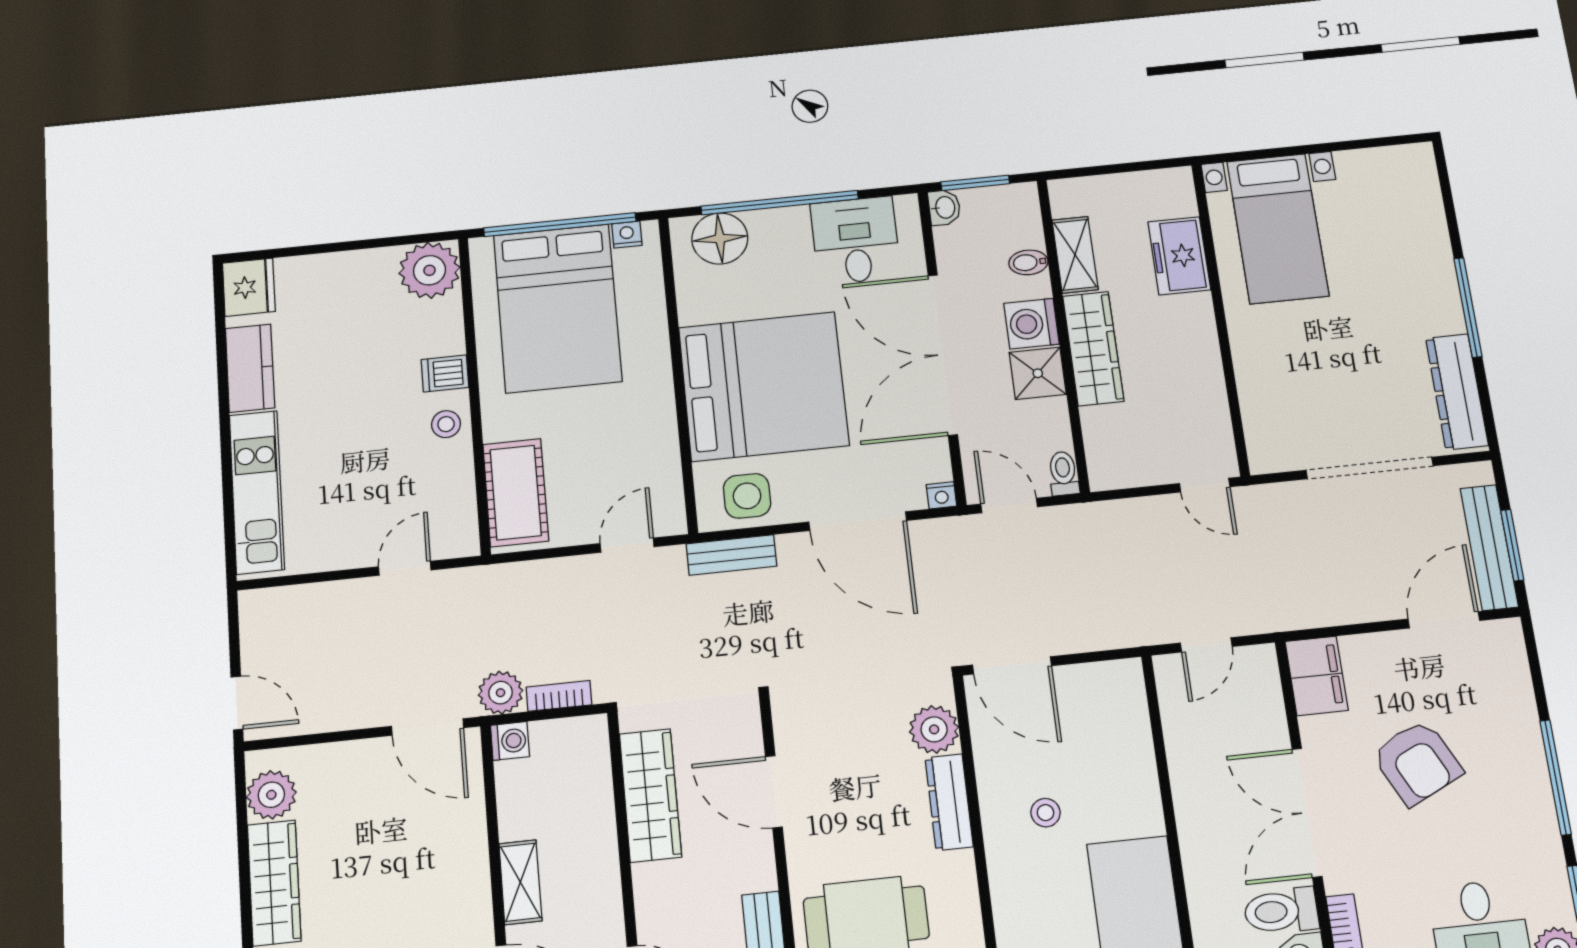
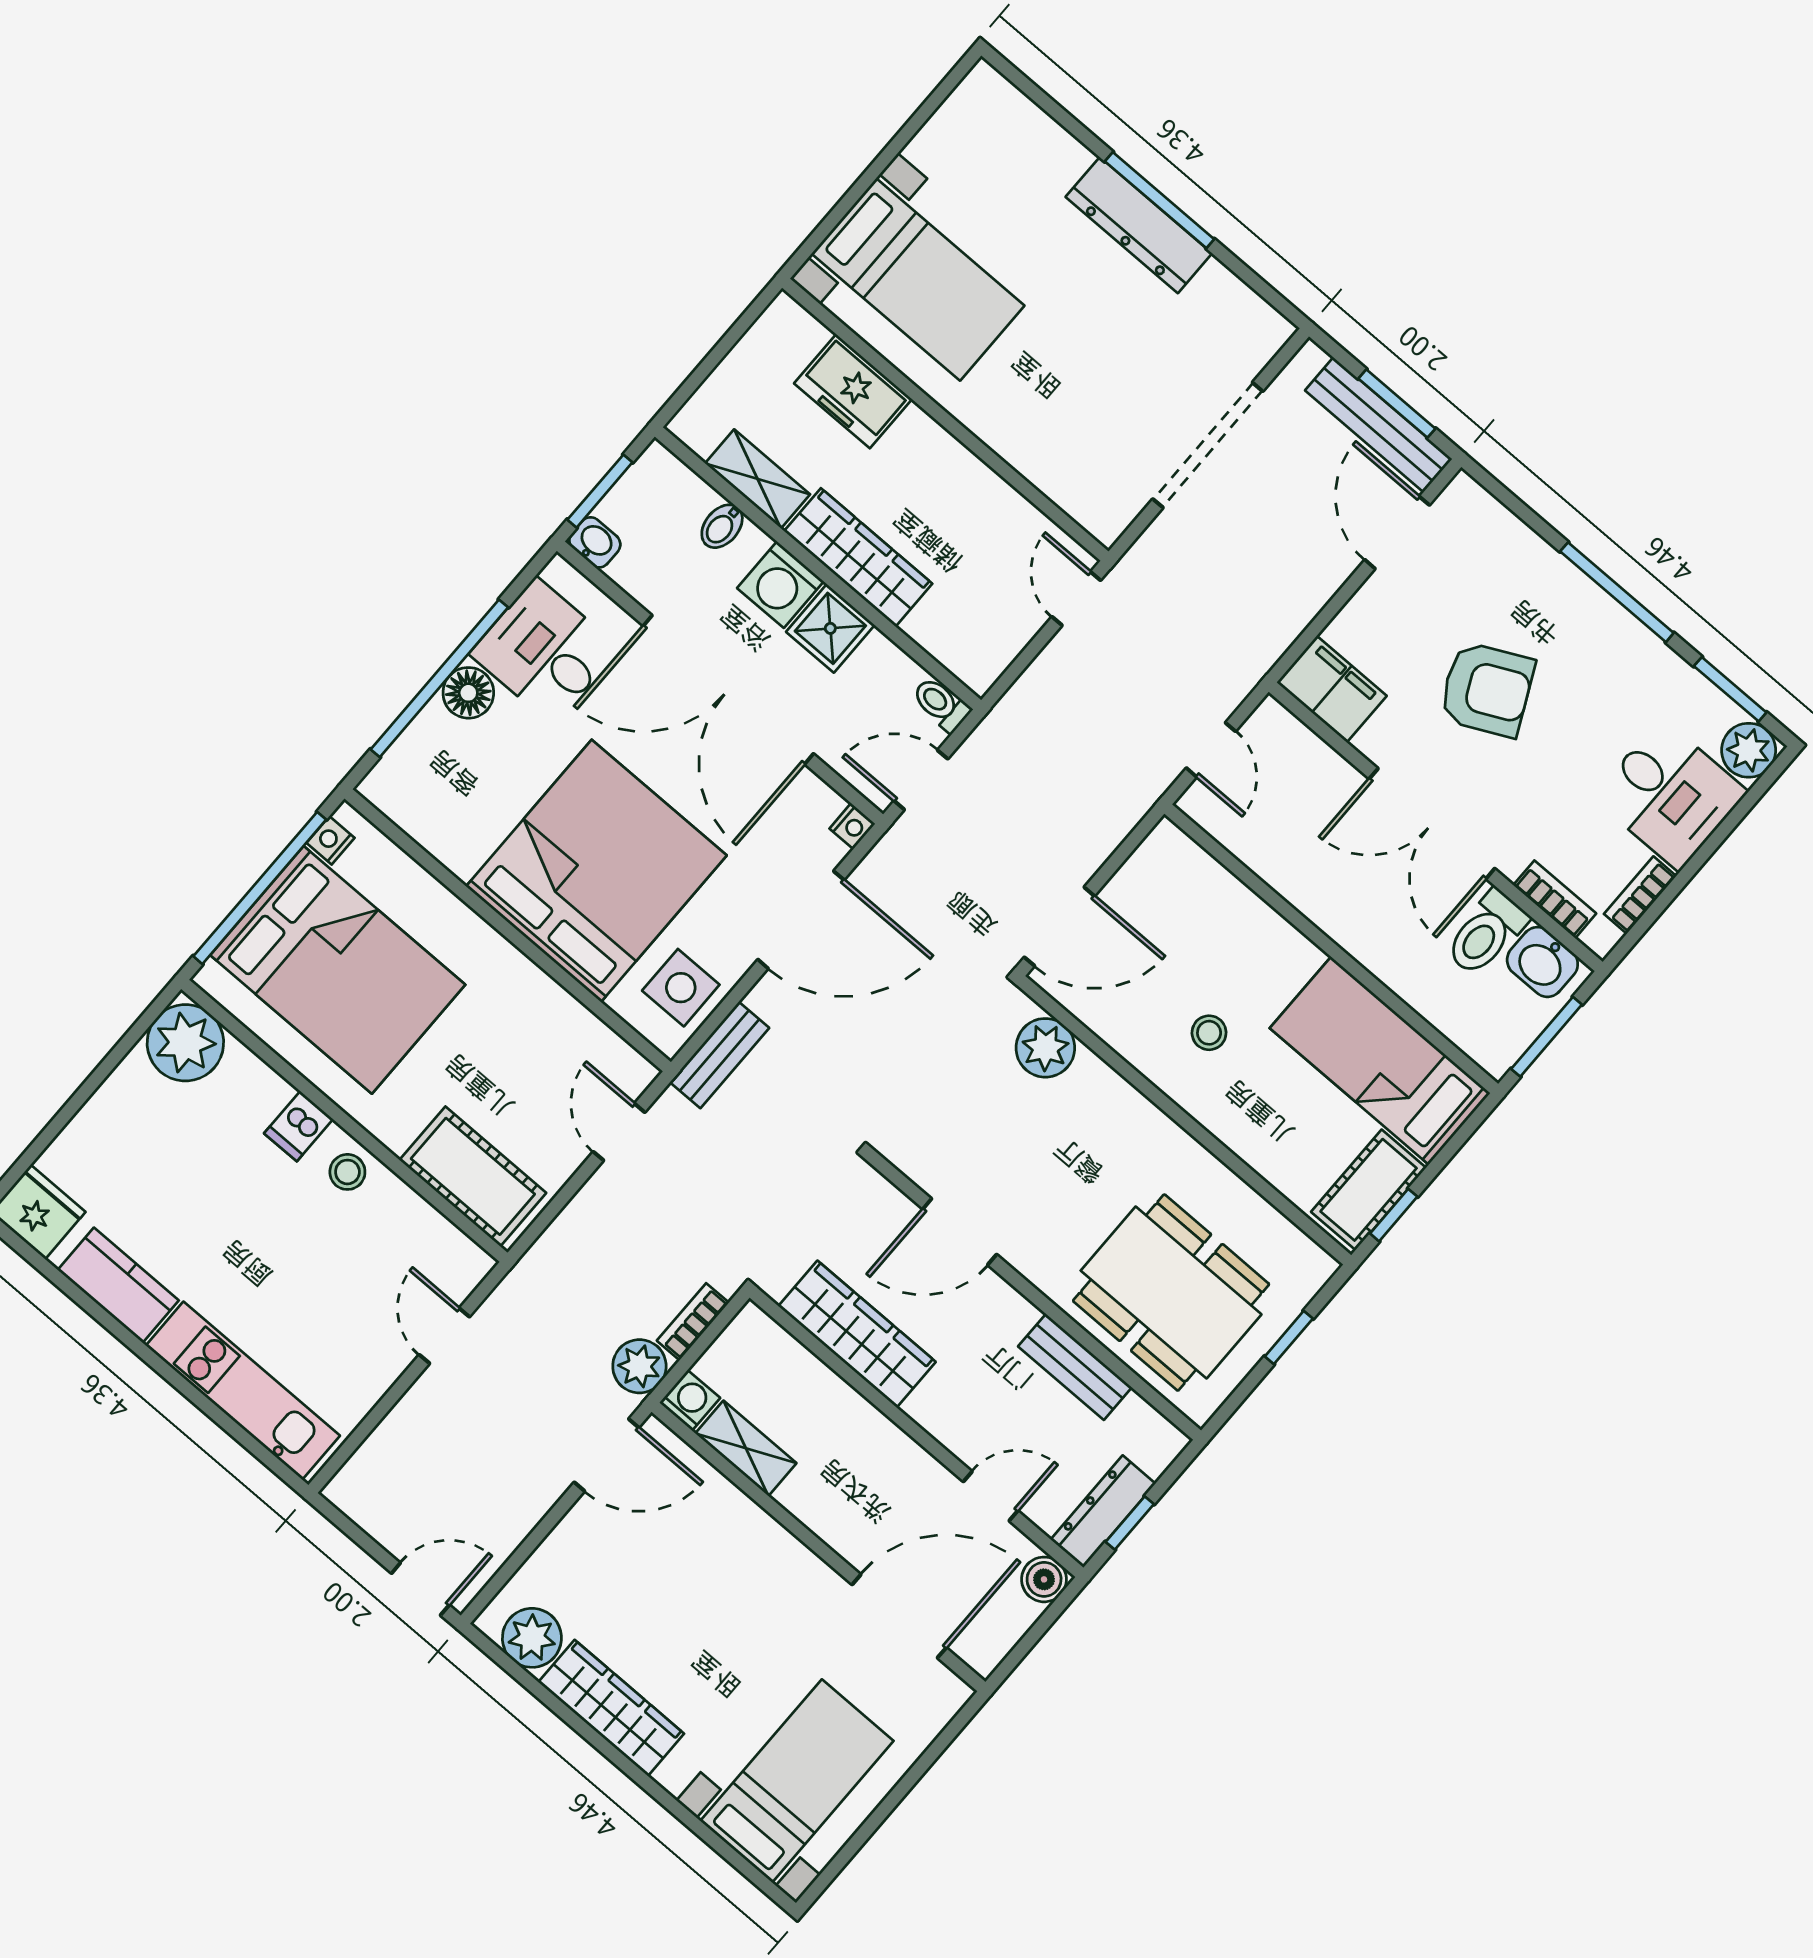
floor lamp: (720, 239) -> (468, 693), moved, width x0.73, depth x0.73
dresser: (1457, 392) -> (1139, 225), moved
door: (1205, 485) -> (1076, 598), swing flipped
dresser: (949, 802) -> (1118, 1101), removed
shelving: (520, 882) -> (746, 1448), moved

